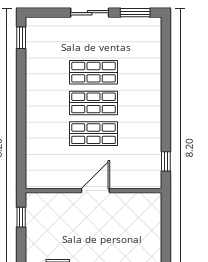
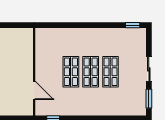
door: (95, 191) -> (34, 90), moved
window: (21, 217) -> (17, 25), removed

